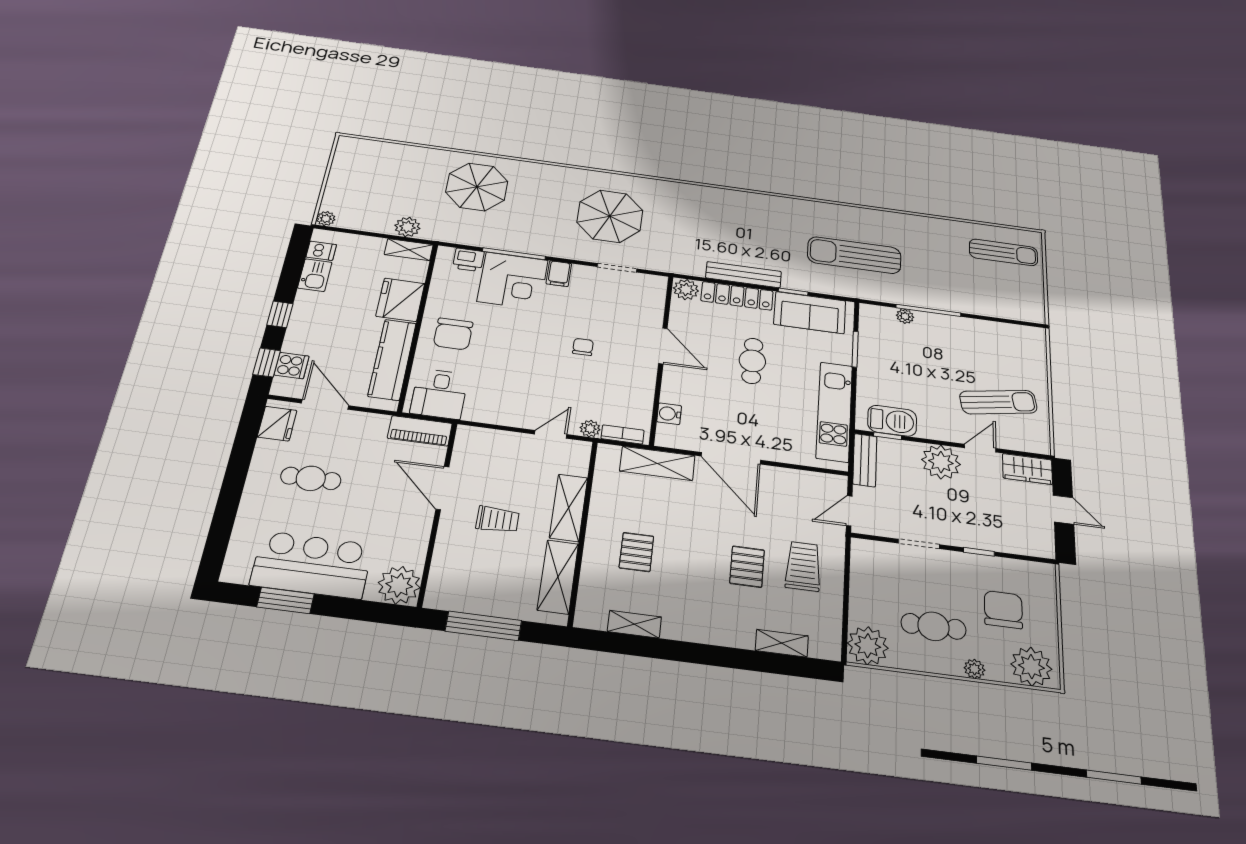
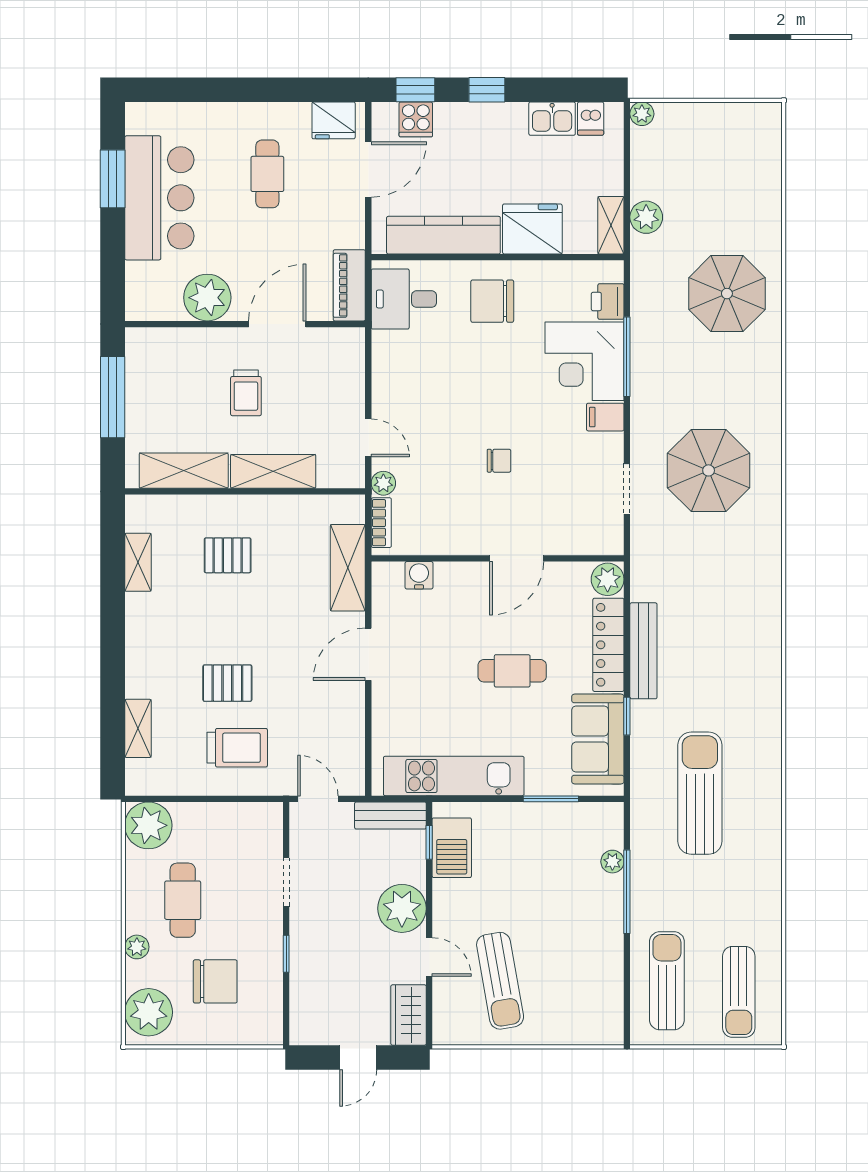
sun lounger: (996, 295) -> (667, 981), added
door: (731, 458) -> (368, 654), width x0.73
plant: (399, 585) -> (207, 298), moved

